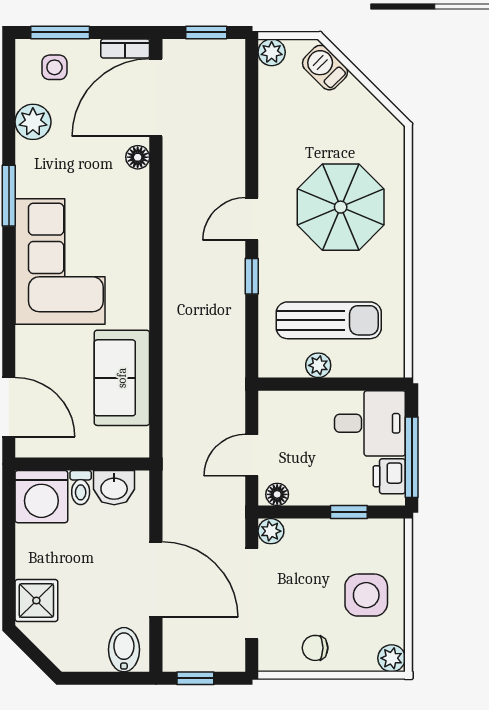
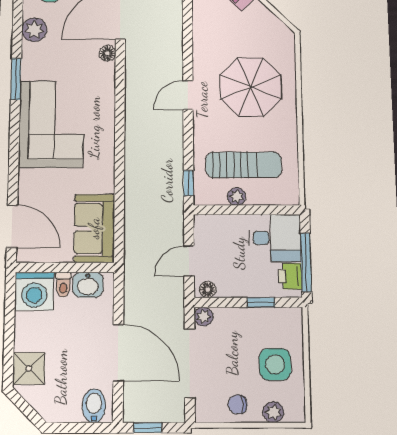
window: (252, 276) -> (189, 183), moved
sofa: (122, 378) -> (94, 228), moved
plant: (392, 658) -> (273, 412), moved

